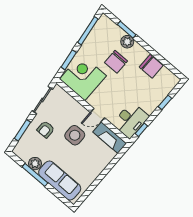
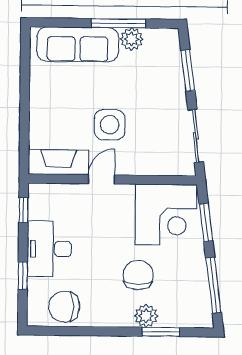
chair: (151, 66) -> (64, 307), moved
desk: (131, 120) -> (49, 249), moved
armchair: (46, 129) -> (157, 99), removed

